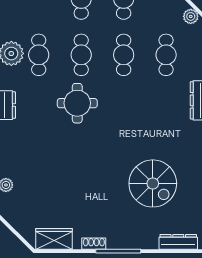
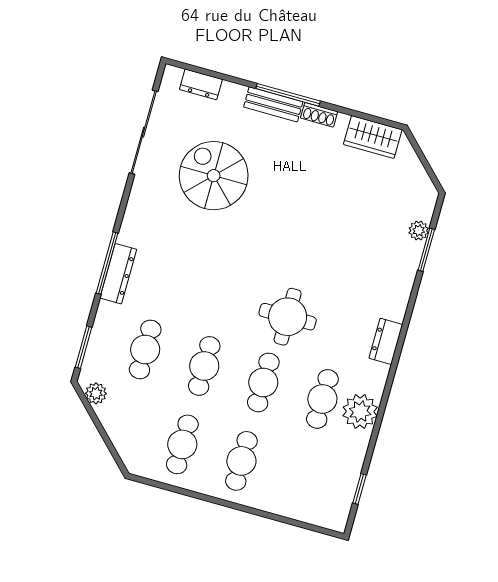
bench: (126, 242) -> (273, 104), added
dresser: (178, 242) -> (201, 84), width x0.70

